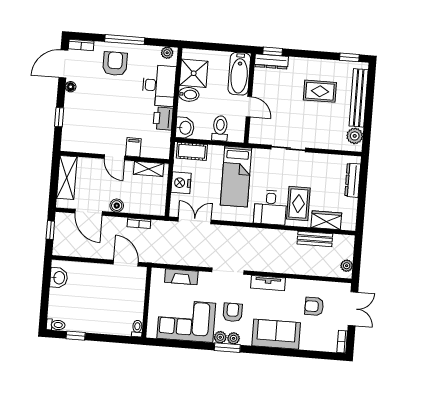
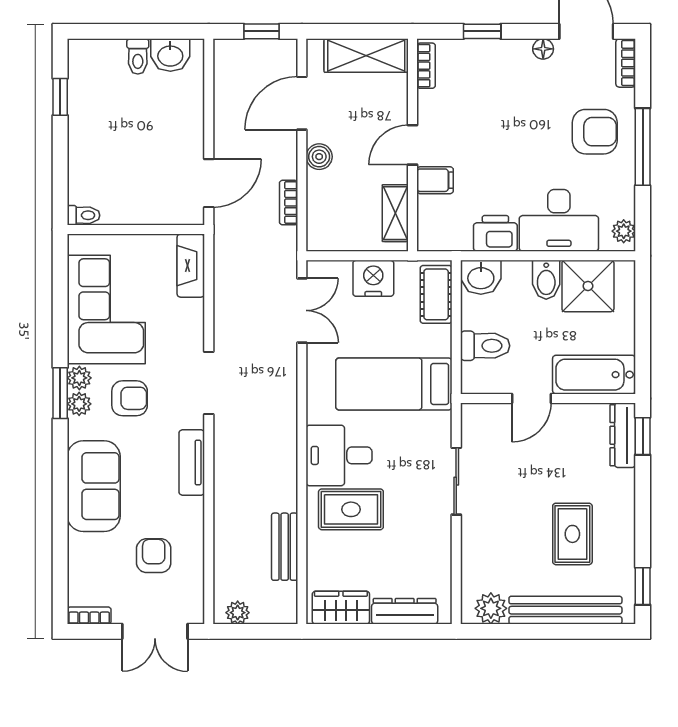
bookcase: (74, 147) -> (426, 66), added
wardrobe: (326, 220) -> (341, 608), moved, turned -90
fireplace: (181, 277) -> (191, 266), moved
toilet: (56, 325) -> (138, 56), moved

